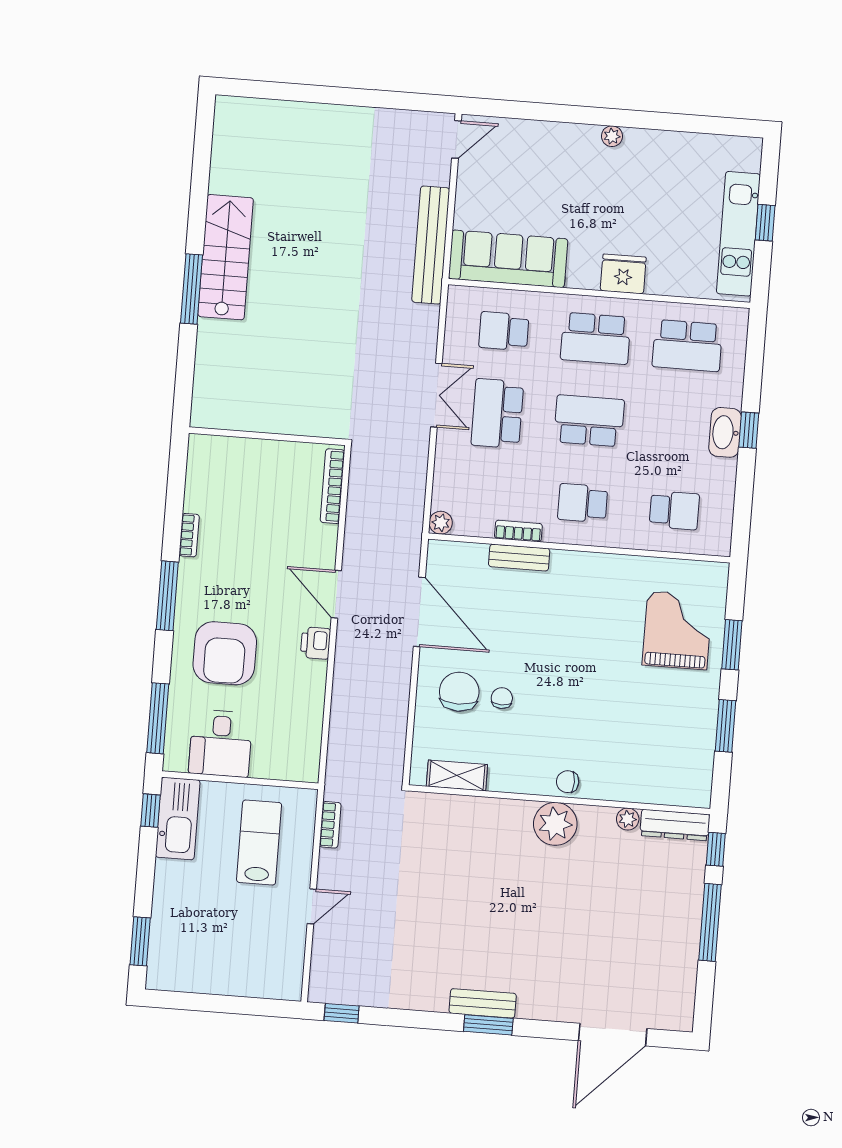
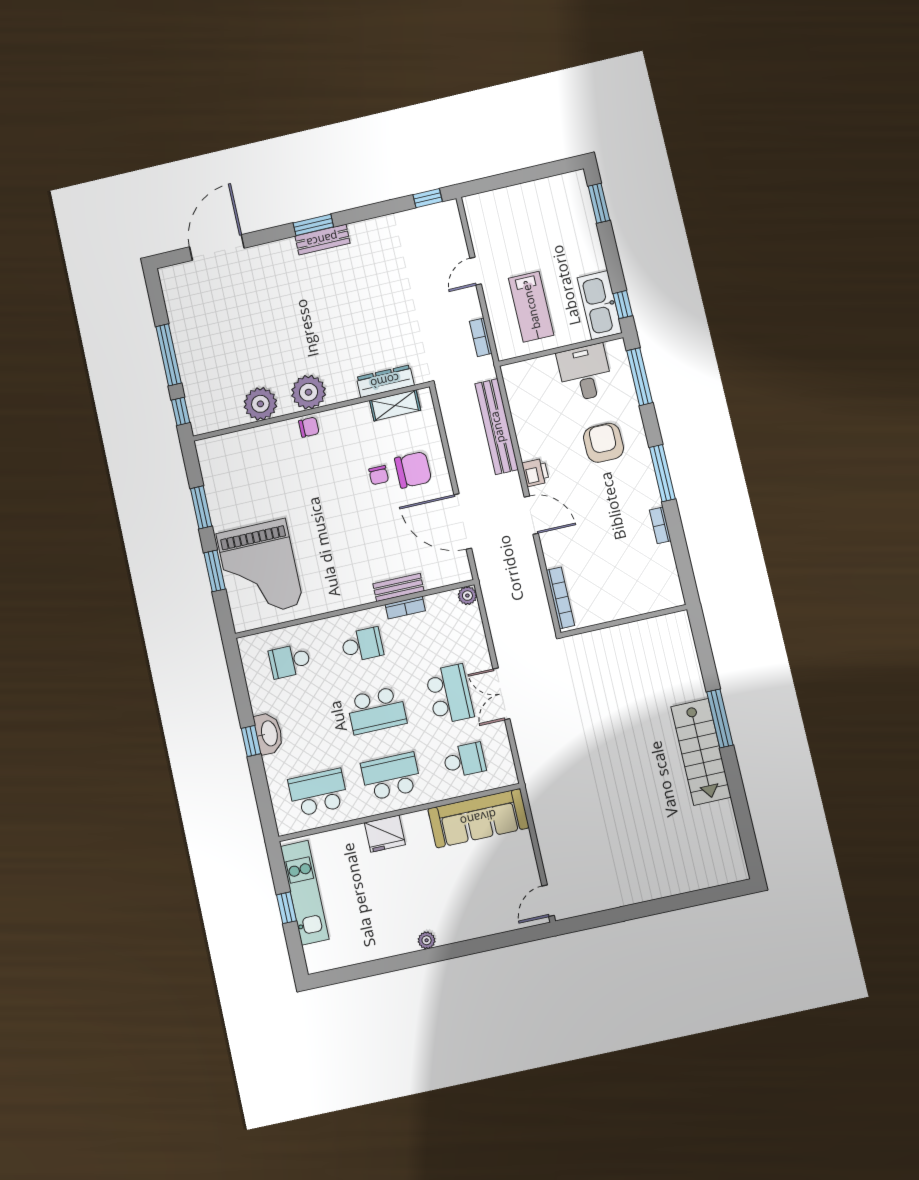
bench: (431, 245) -> (497, 427), moved
grand piano: (677, 630) -> (260, 569), width x1.37, depth x1.48
armchair: (225, 653) -> (603, 443), width x0.73, depth x0.73
chair: (459, 692) -> (413, 470), turned -90
plant: (628, 819) -> (260, 404), width x1.87, depth x1.87
dresser: (675, 825) -> (385, 381), moved

